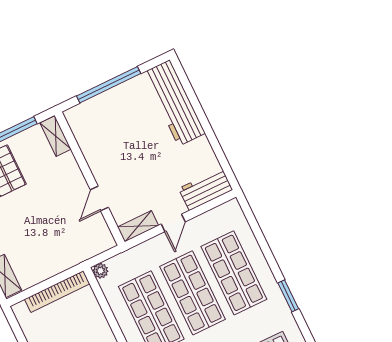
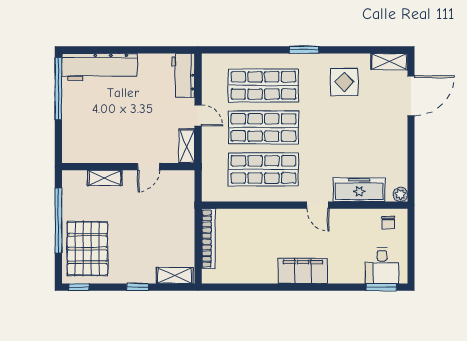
window: (109, 85) -> (58, 89), moved
shelving: (56, 136) -> (105, 178), moved
door: (99, 199) -> (148, 167), hinge flipped
plant: (100, 271) -> (209, 195), removed

